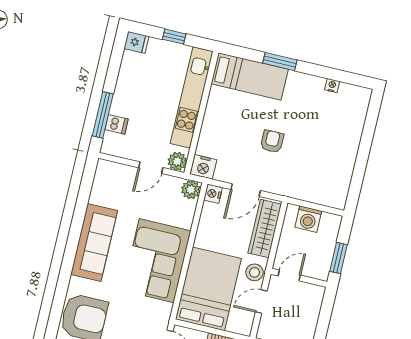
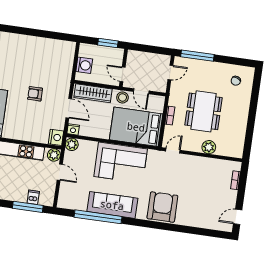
window: (78, 219) -> (98, 217), added

